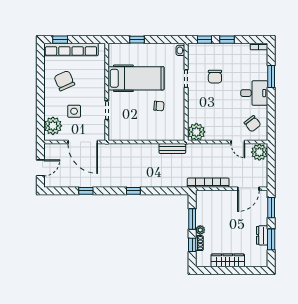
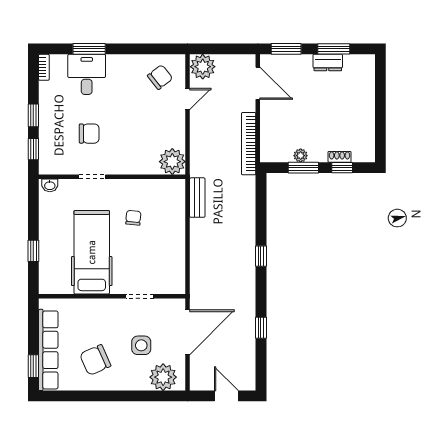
desk: (254, 93) -> (87, 74), moved
plant: (200, 230) -> (301, 156), moved
wardrobe: (228, 260) -> (365, 114), removed

